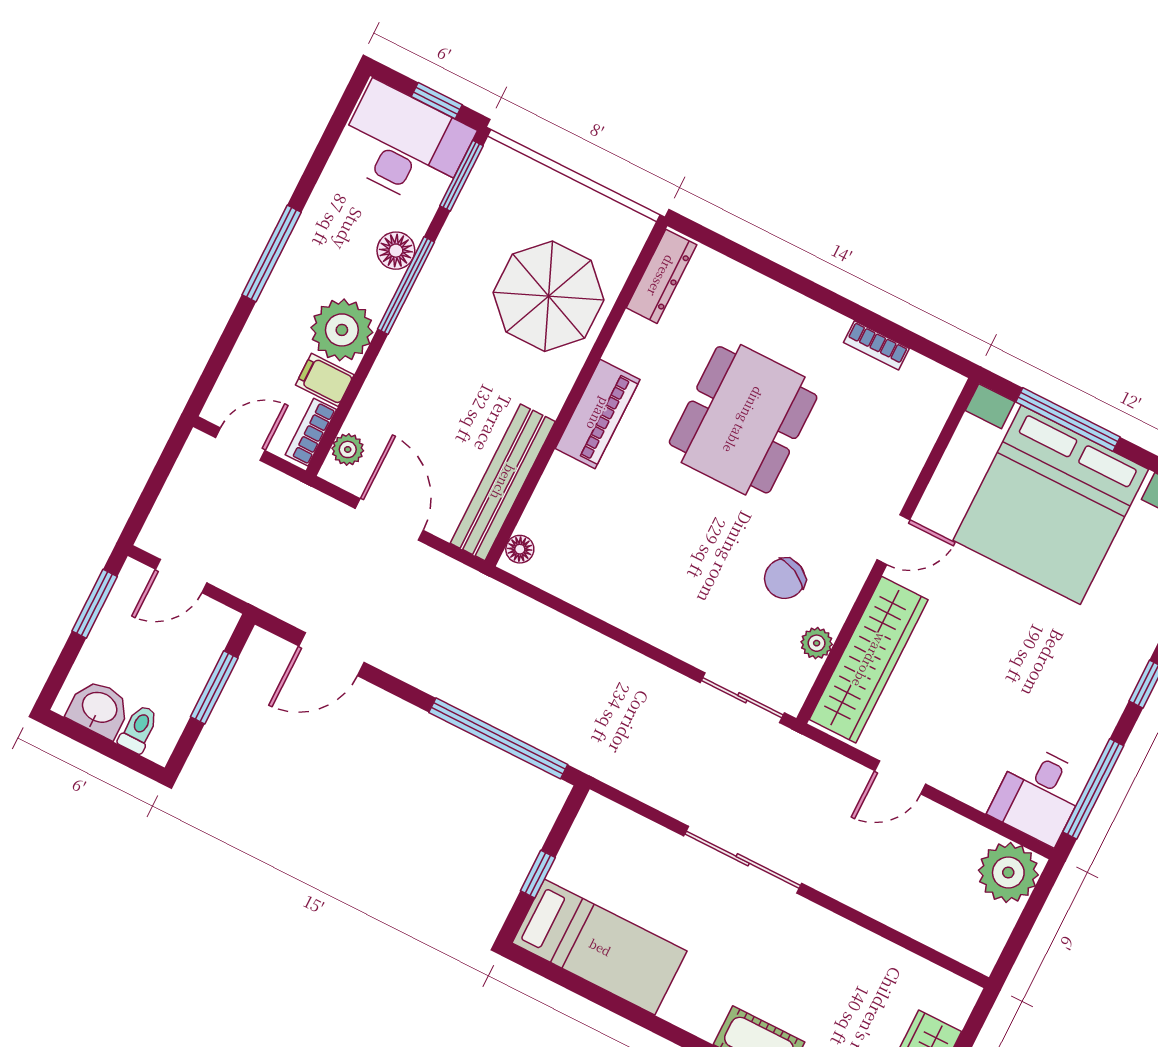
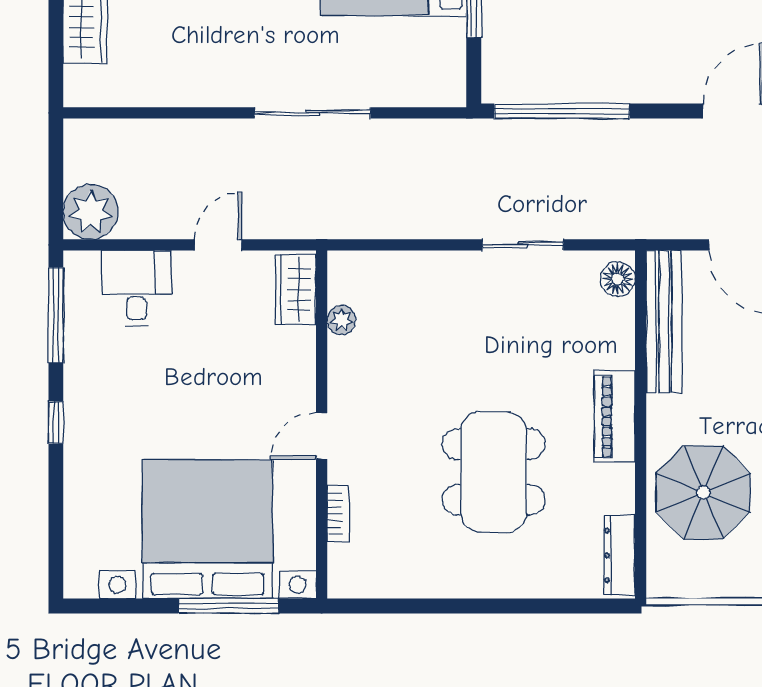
bookcase: (876, 345) -> (338, 514), moved, turned 90
floor lamp: (520, 549) -> (618, 279), width x1.37, depth x1.37
chair: (785, 579) -> (394, 360), removed
wardrobe: (869, 660) -> (296, 290), width x0.48, depth x0.85
sliding door: (742, 698) -> (523, 245), moved
desk: (1039, 795) -> (137, 288), moved

